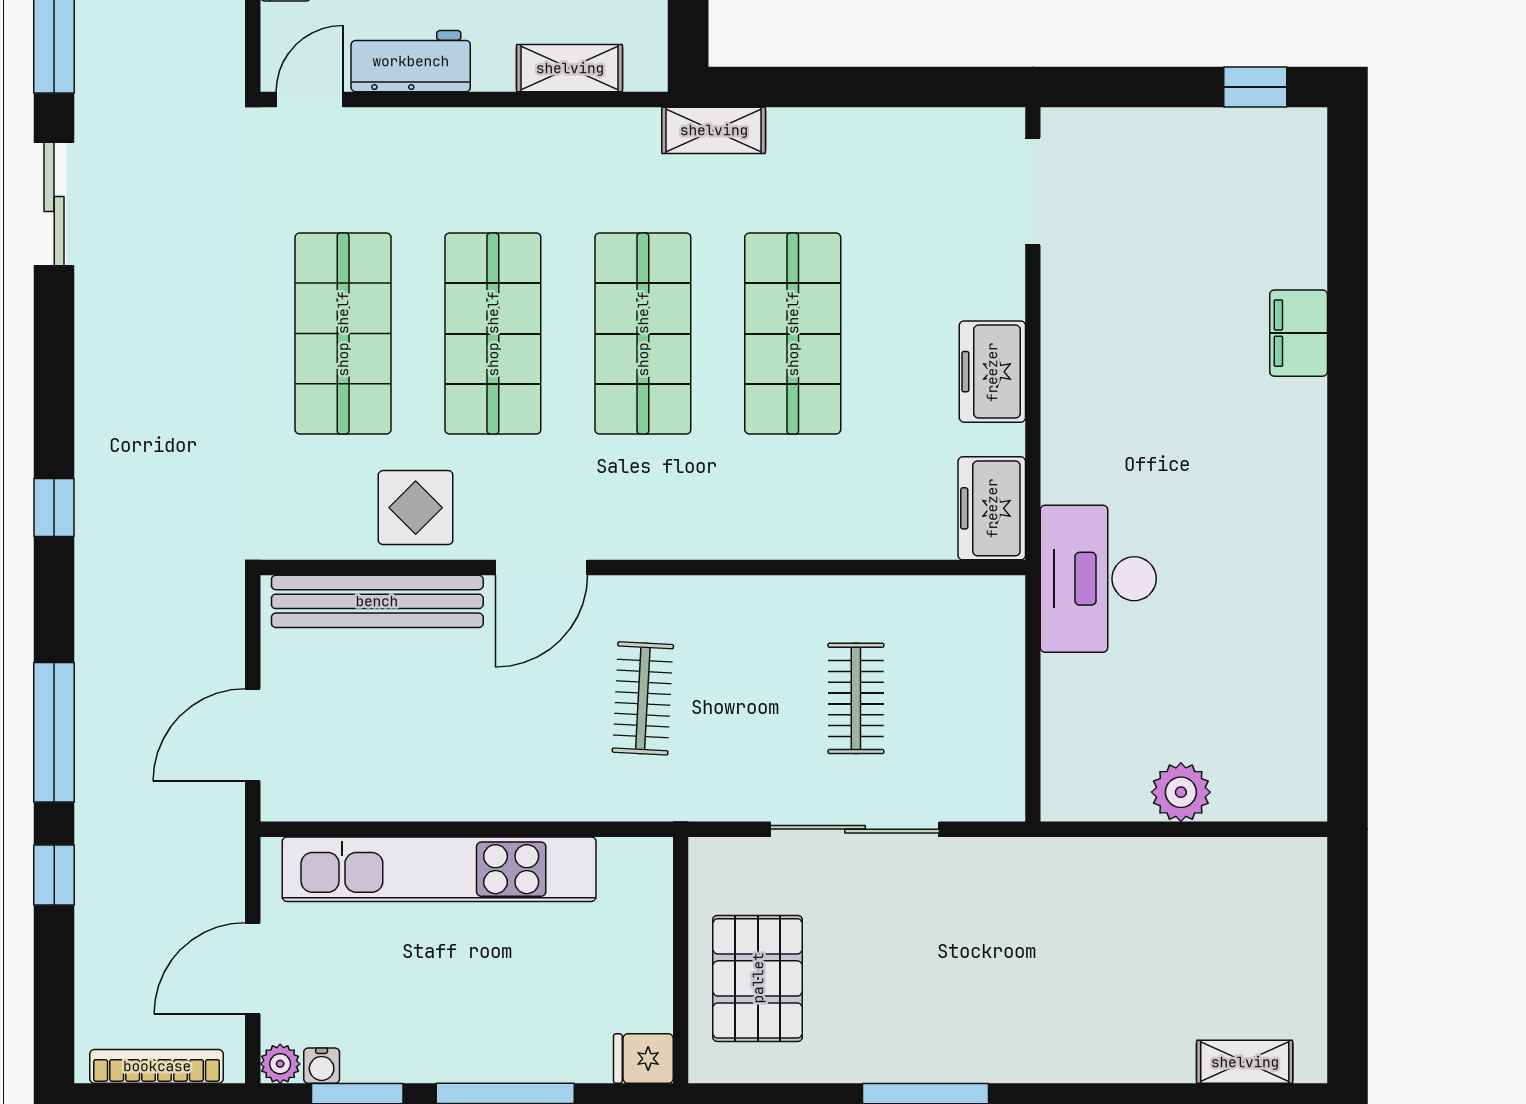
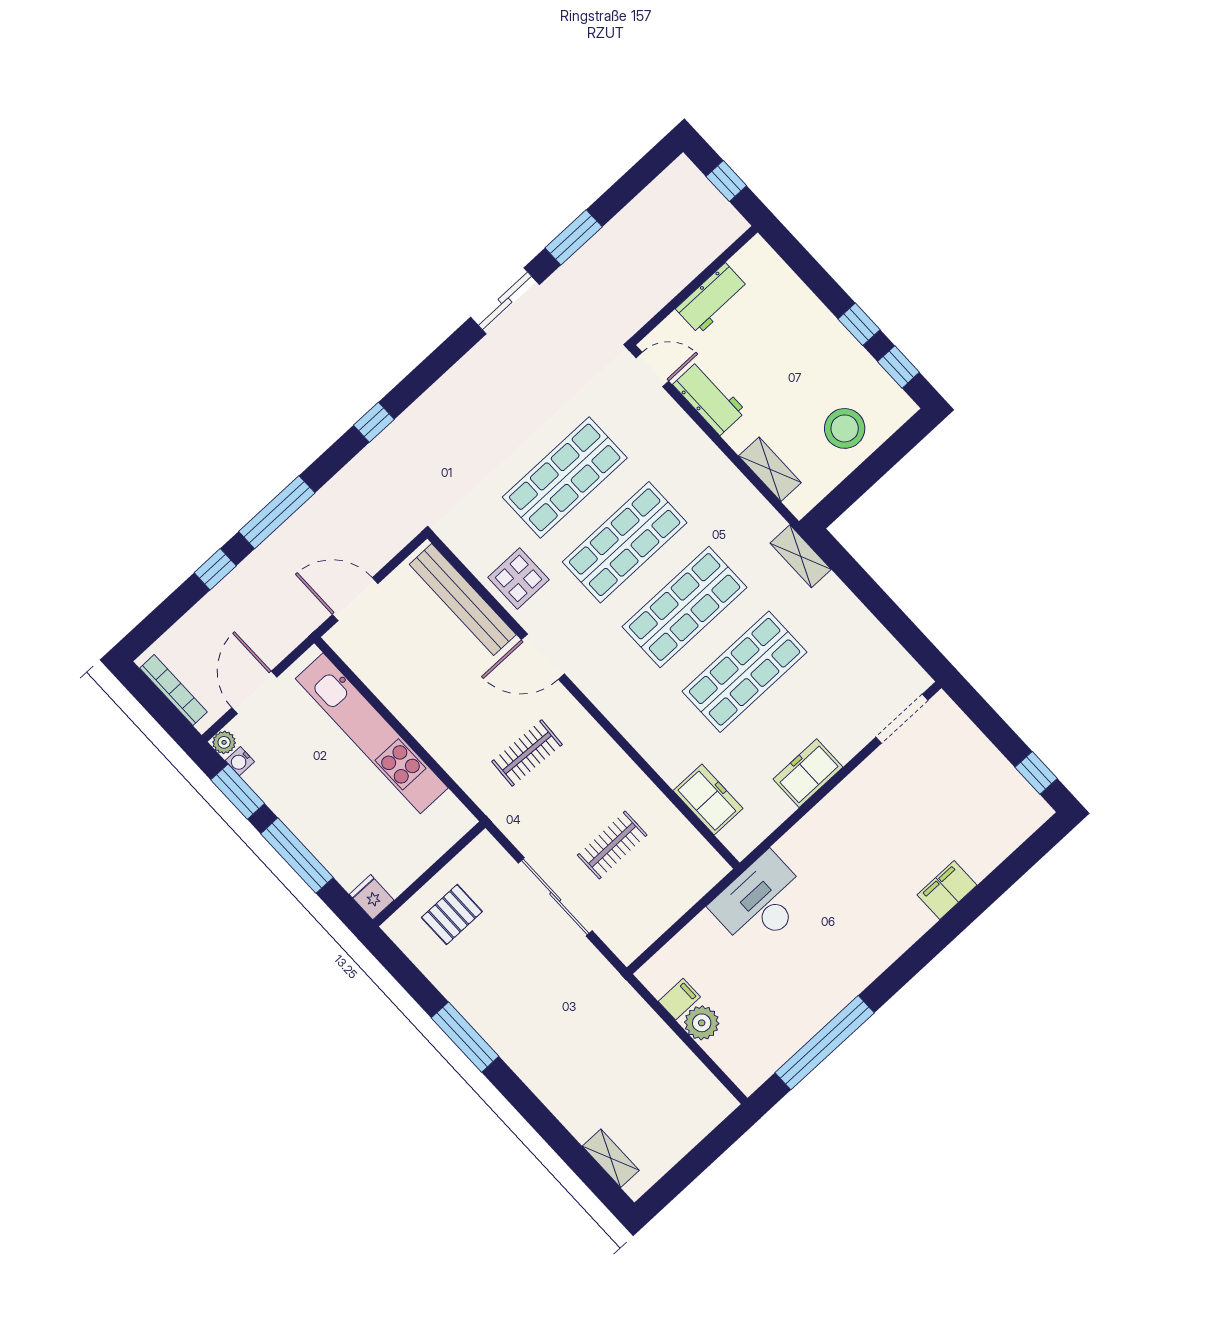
freezer: (992, 508) -> (708, 800), moved, turned 90
window: (1347, 662) -> (825, 1043), added
filing cabinet: (1126, 793) -> (679, 999), added
door: (253, 968) -> (254, 692), hinge flipped
pallet: (758, 978) -> (452, 914), width x0.67, depth x0.71

